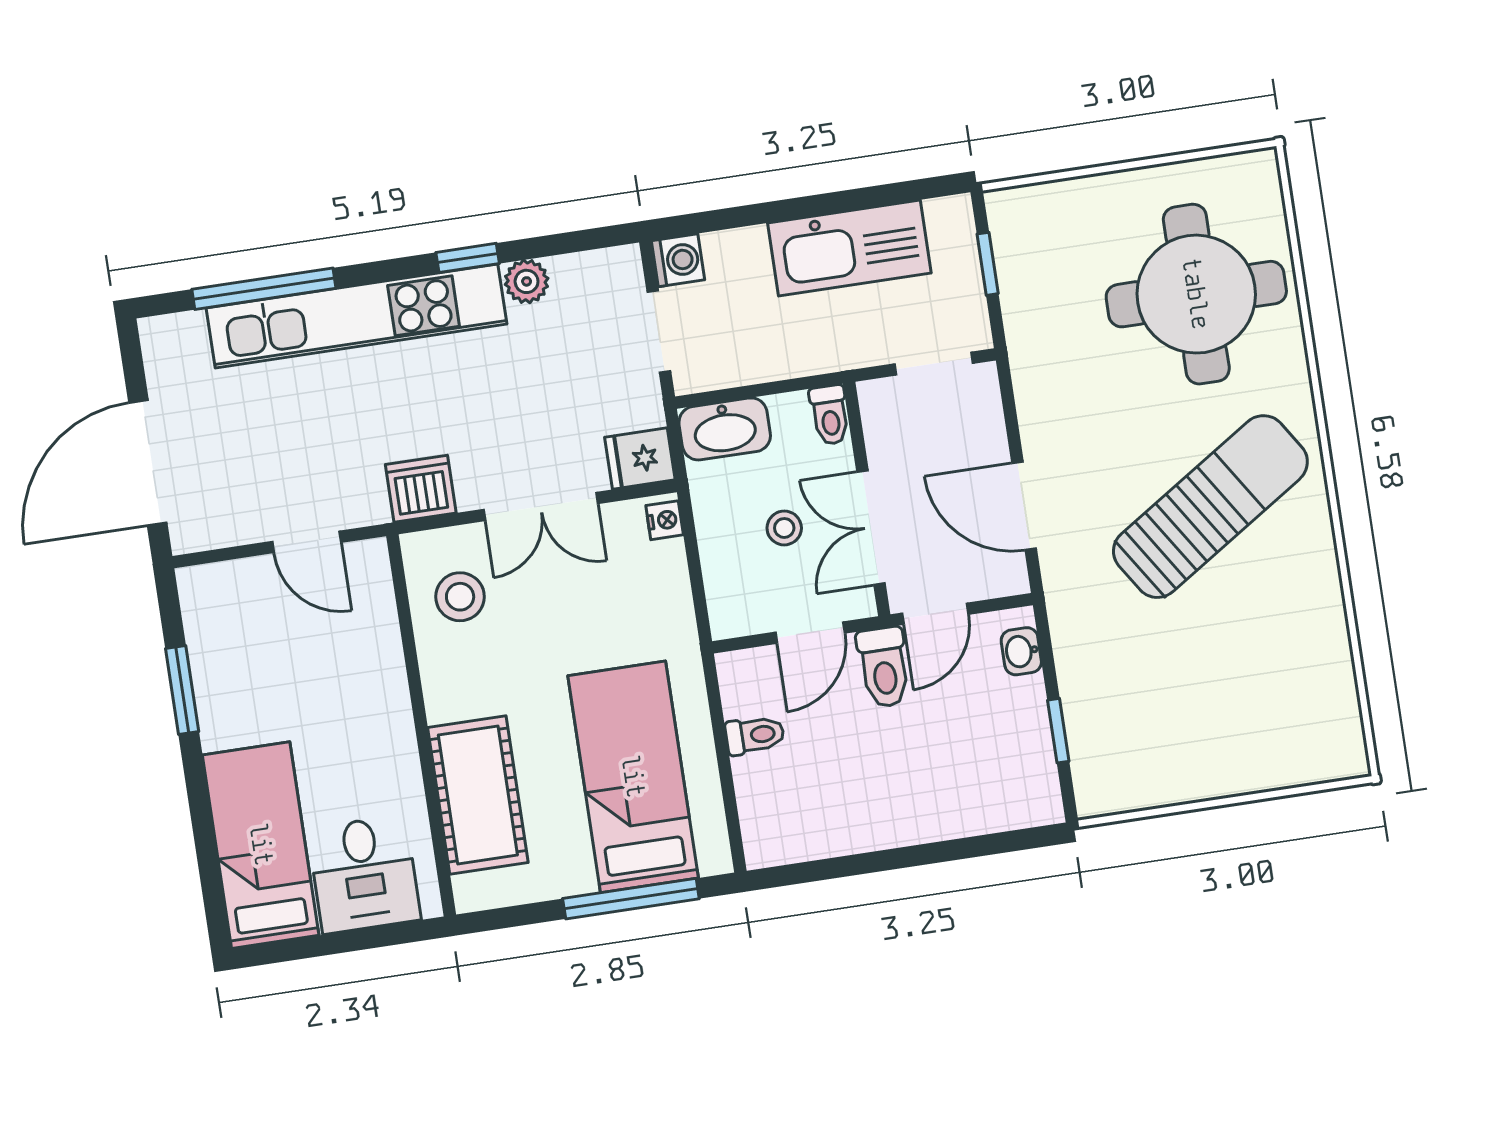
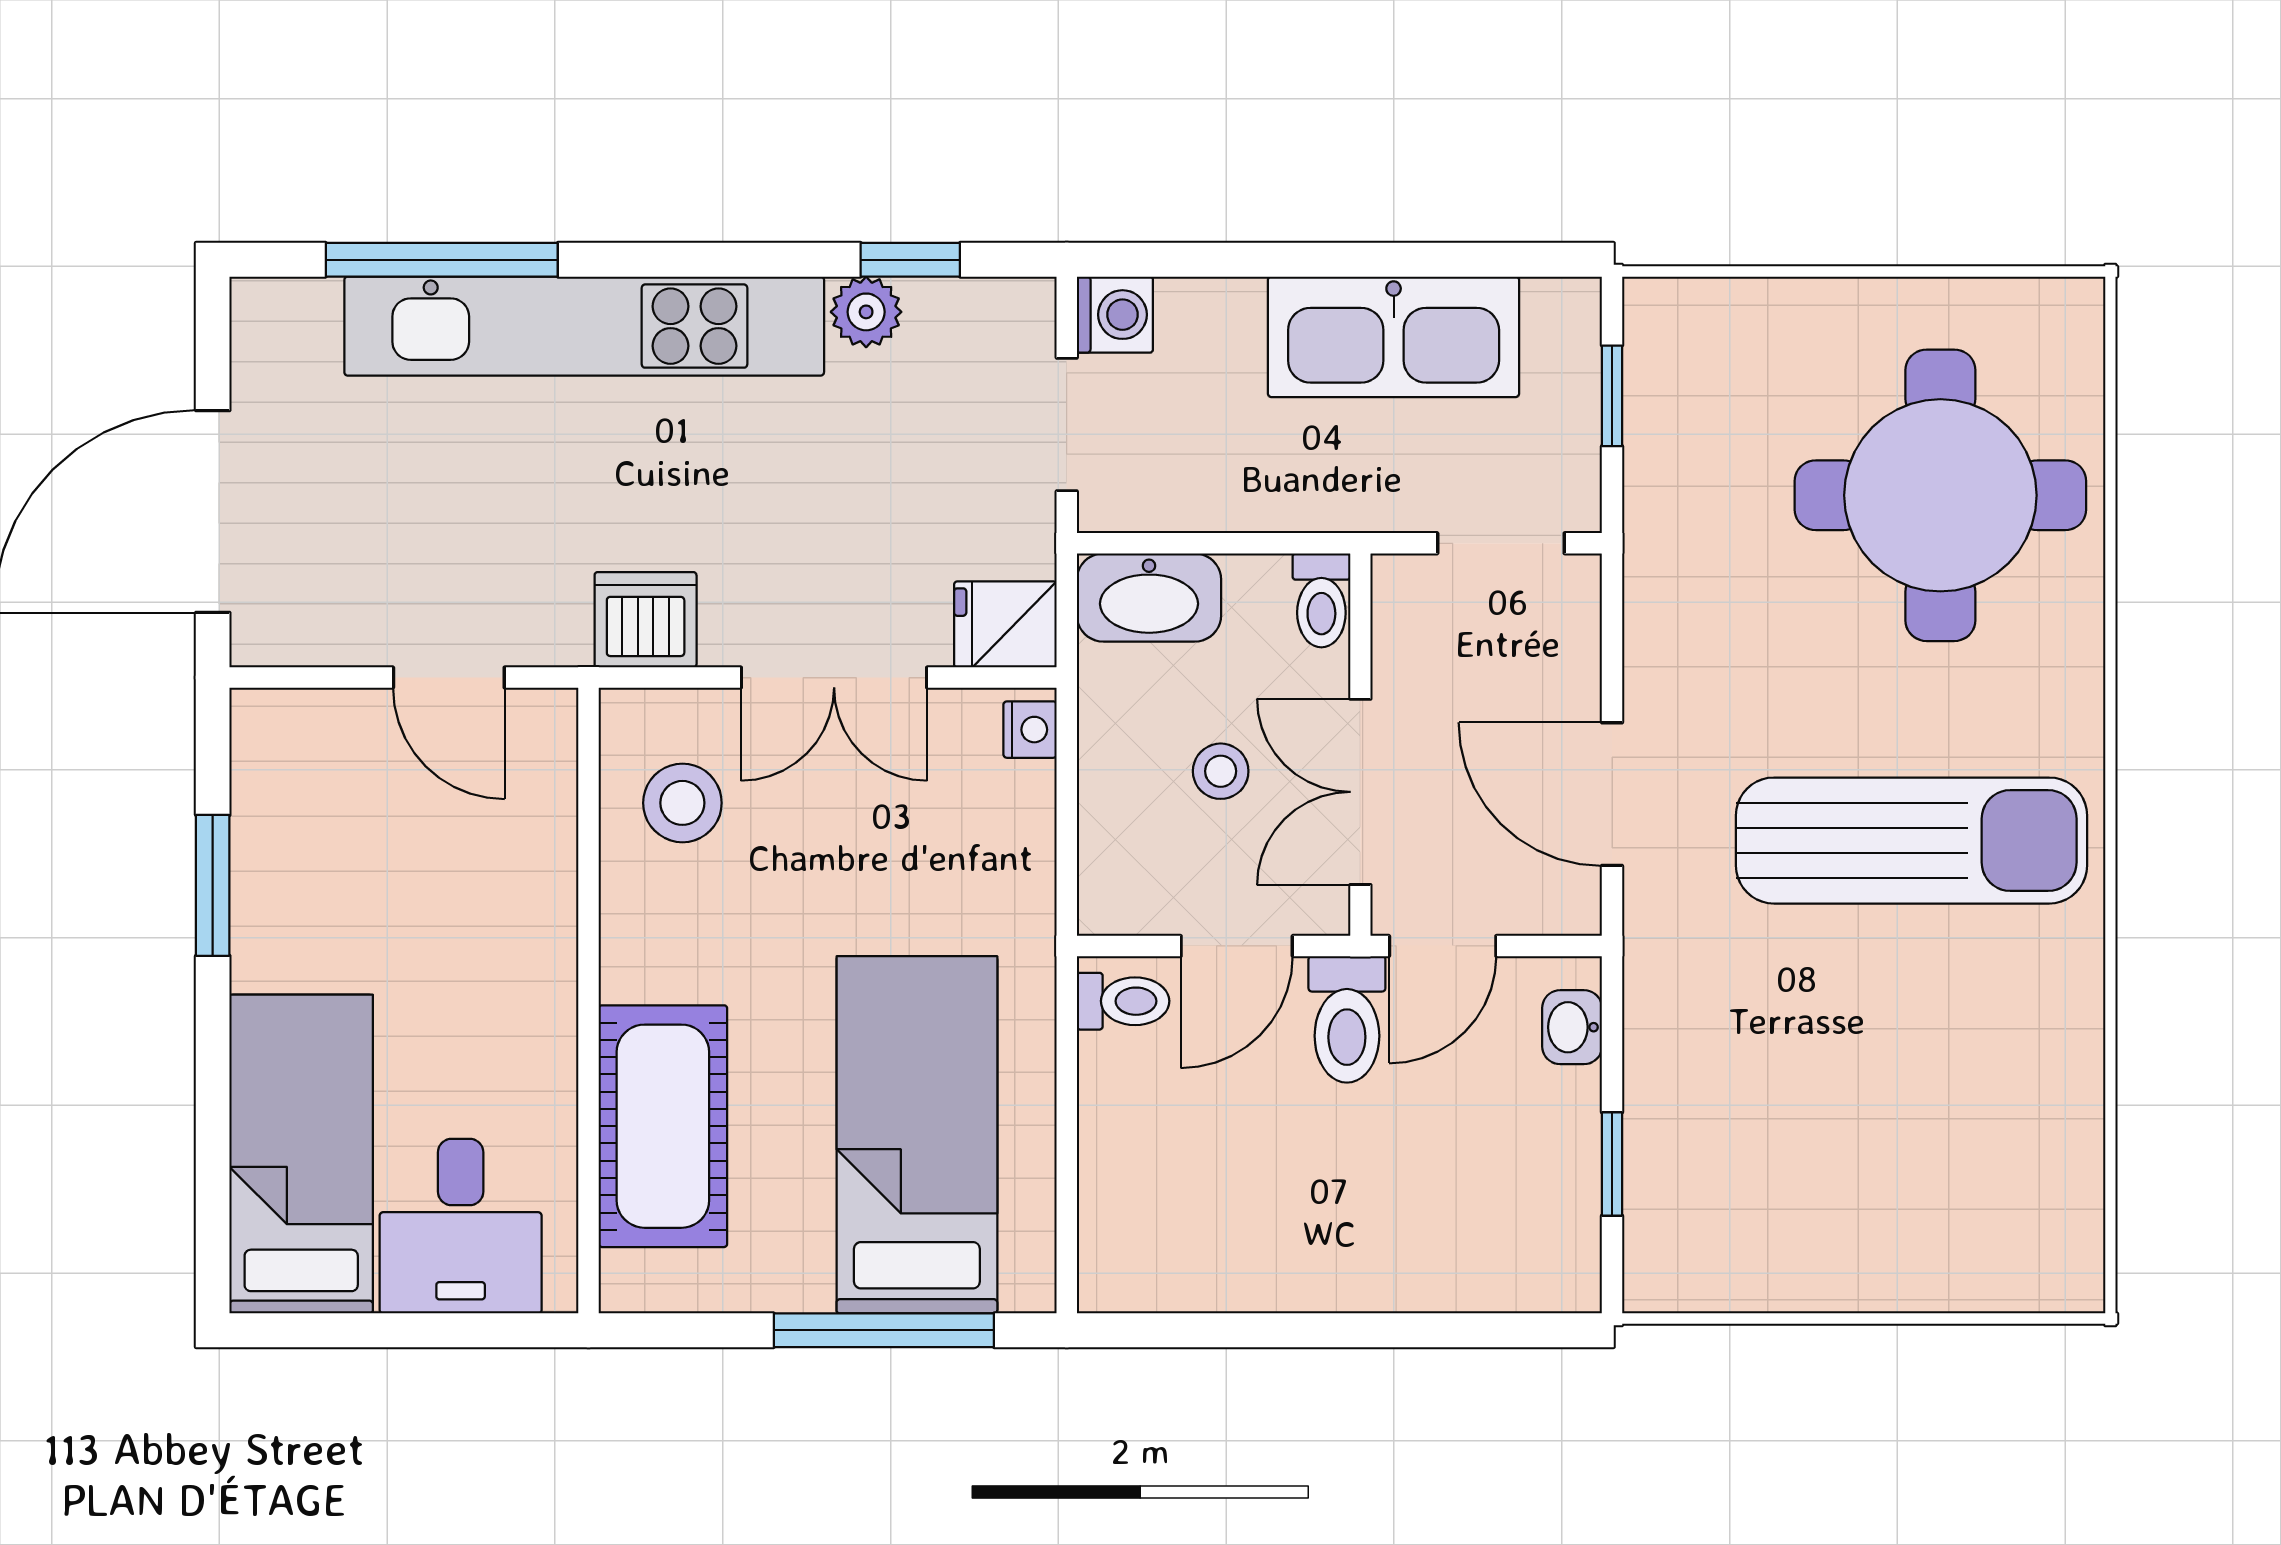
window: (468, 258) -> (910, 260), moved
sun lounger: (1210, 507) -> (1912, 841), turned 33
toilet: (755, 735) -> (1123, 1001), moved

